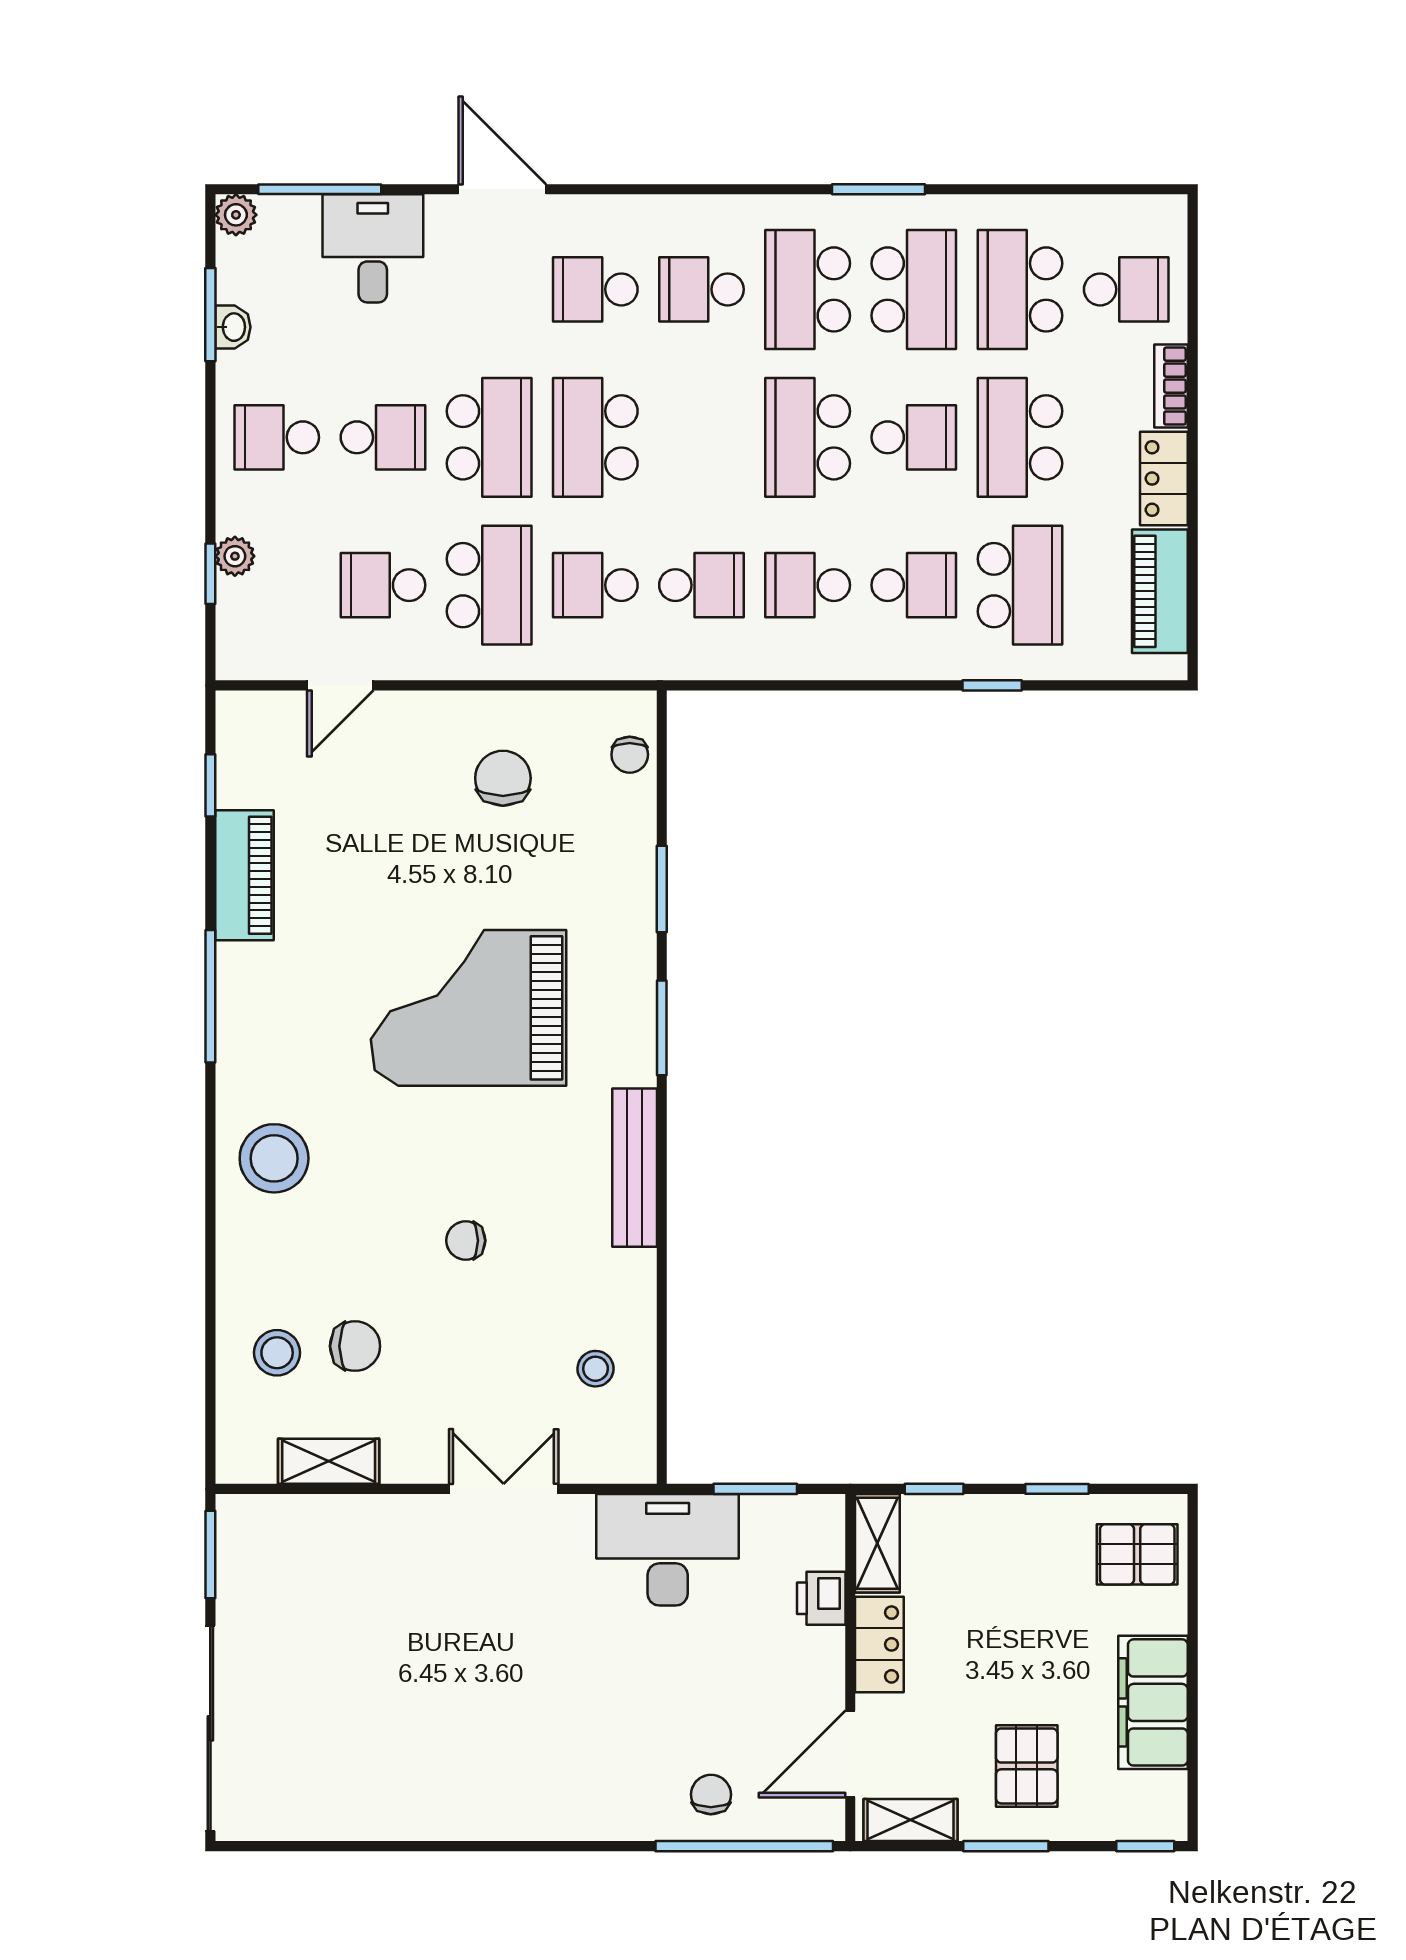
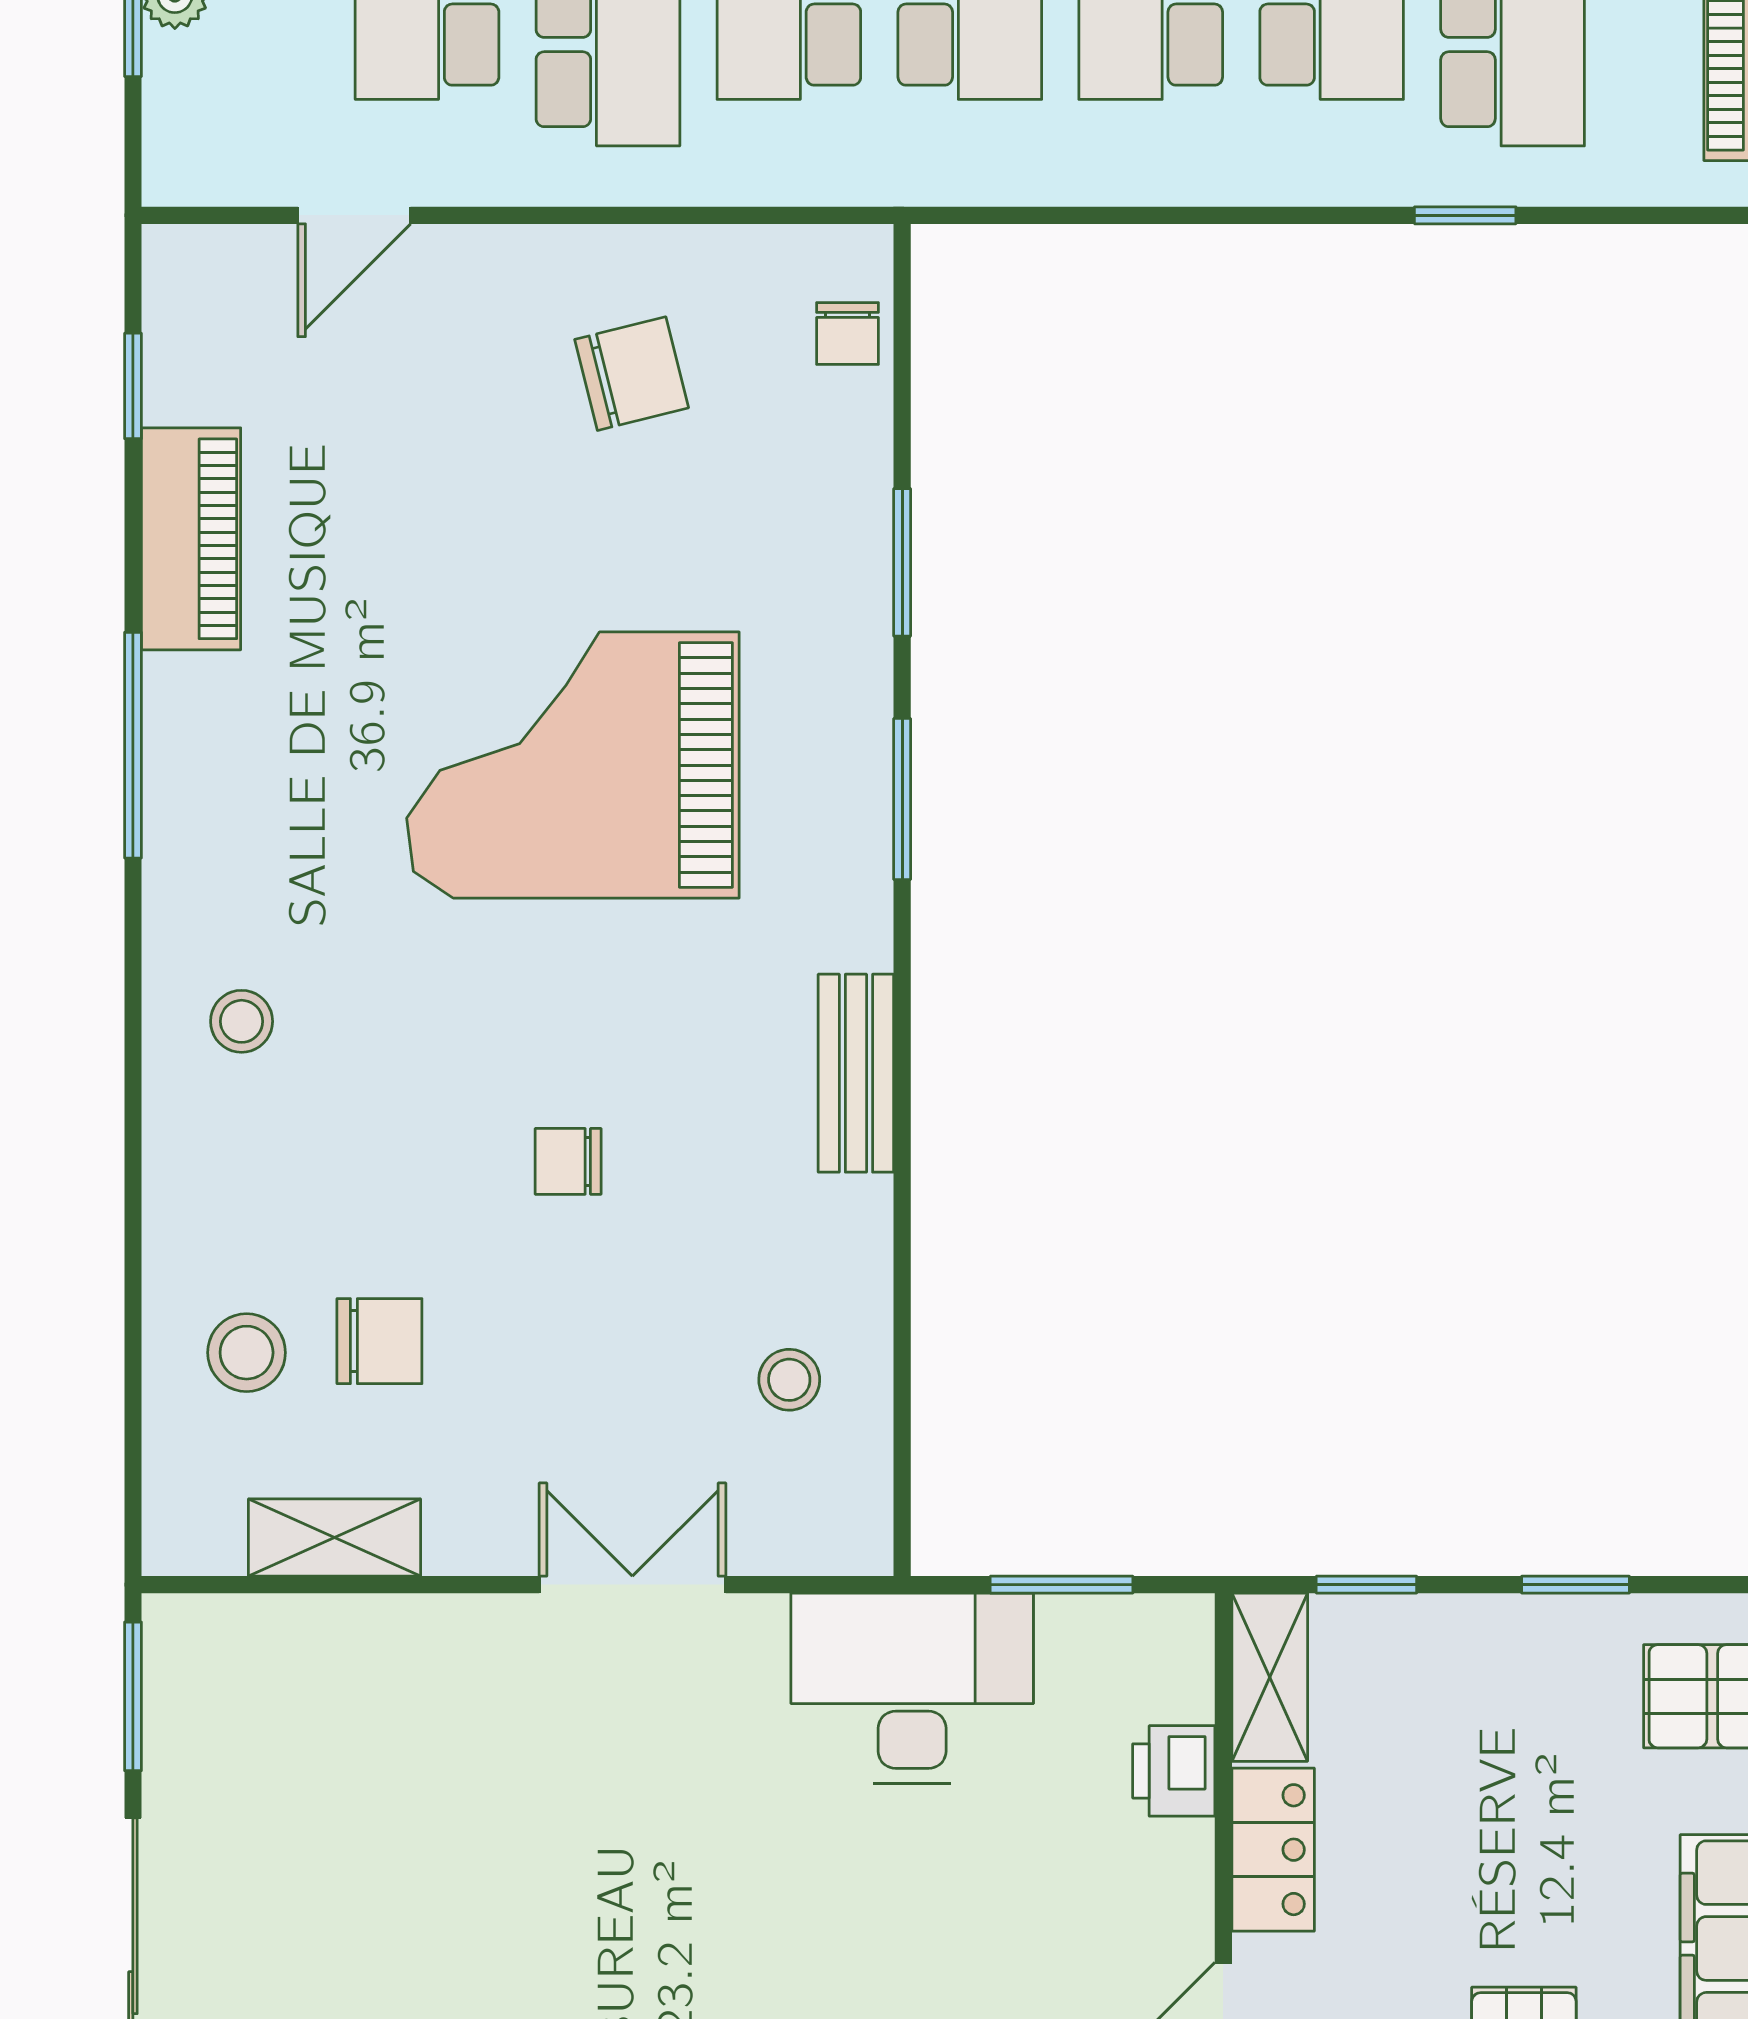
chair: (503, 778) -> (632, 374), turned 76
stool: (274, 1158) -> (242, 1021), width x0.53, depth x0.53
bench: (635, 1168) -> (856, 1073), width x0.73

